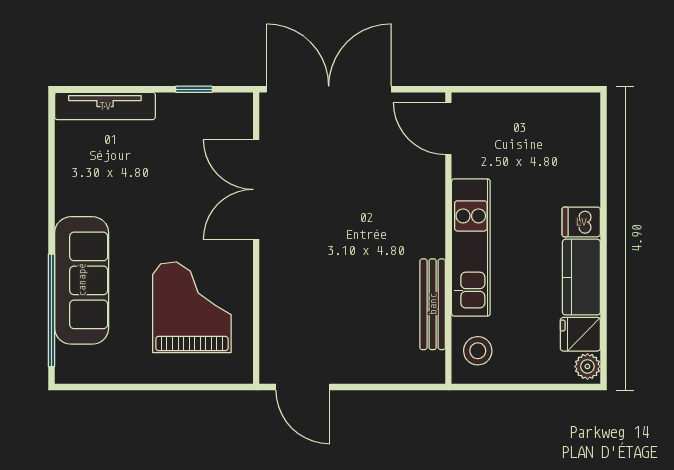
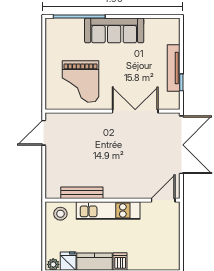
tv unit: (105, 106) -> (174, 68), moved
sofa: (82, 280) -> (114, 30), moved
grand piano: (192, 307) -> (81, 81), turned 90

